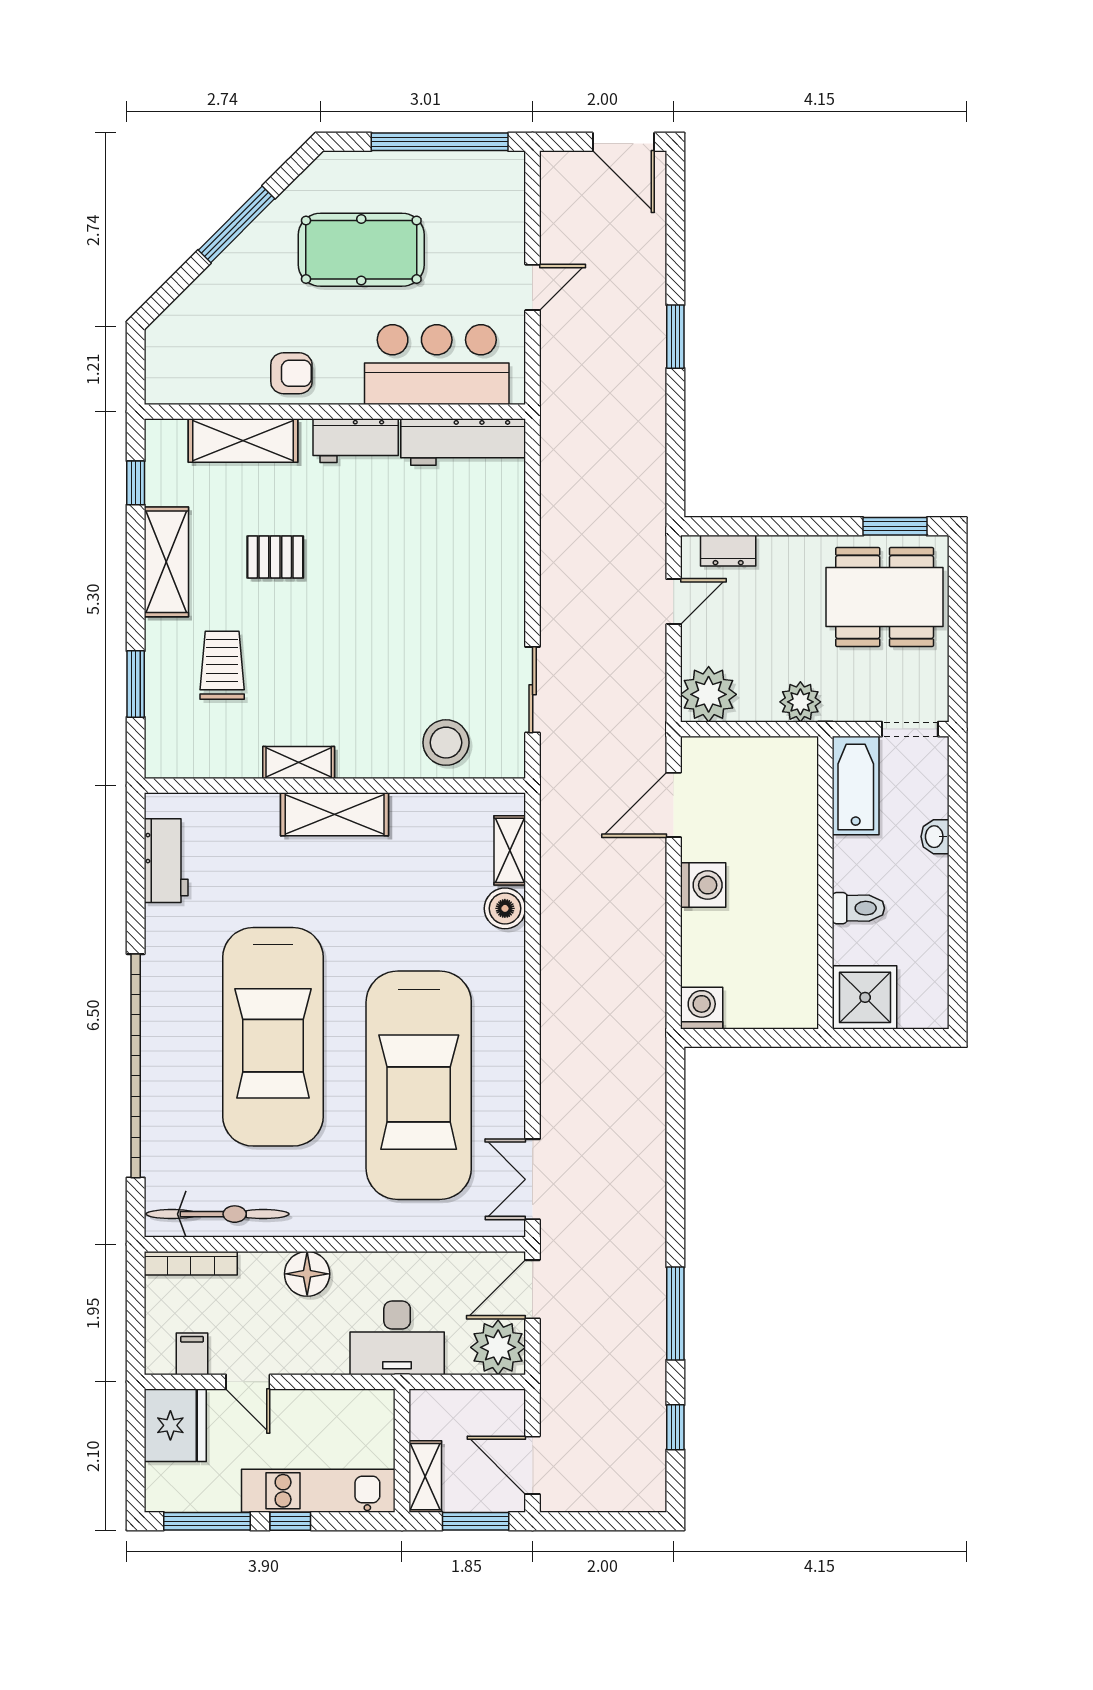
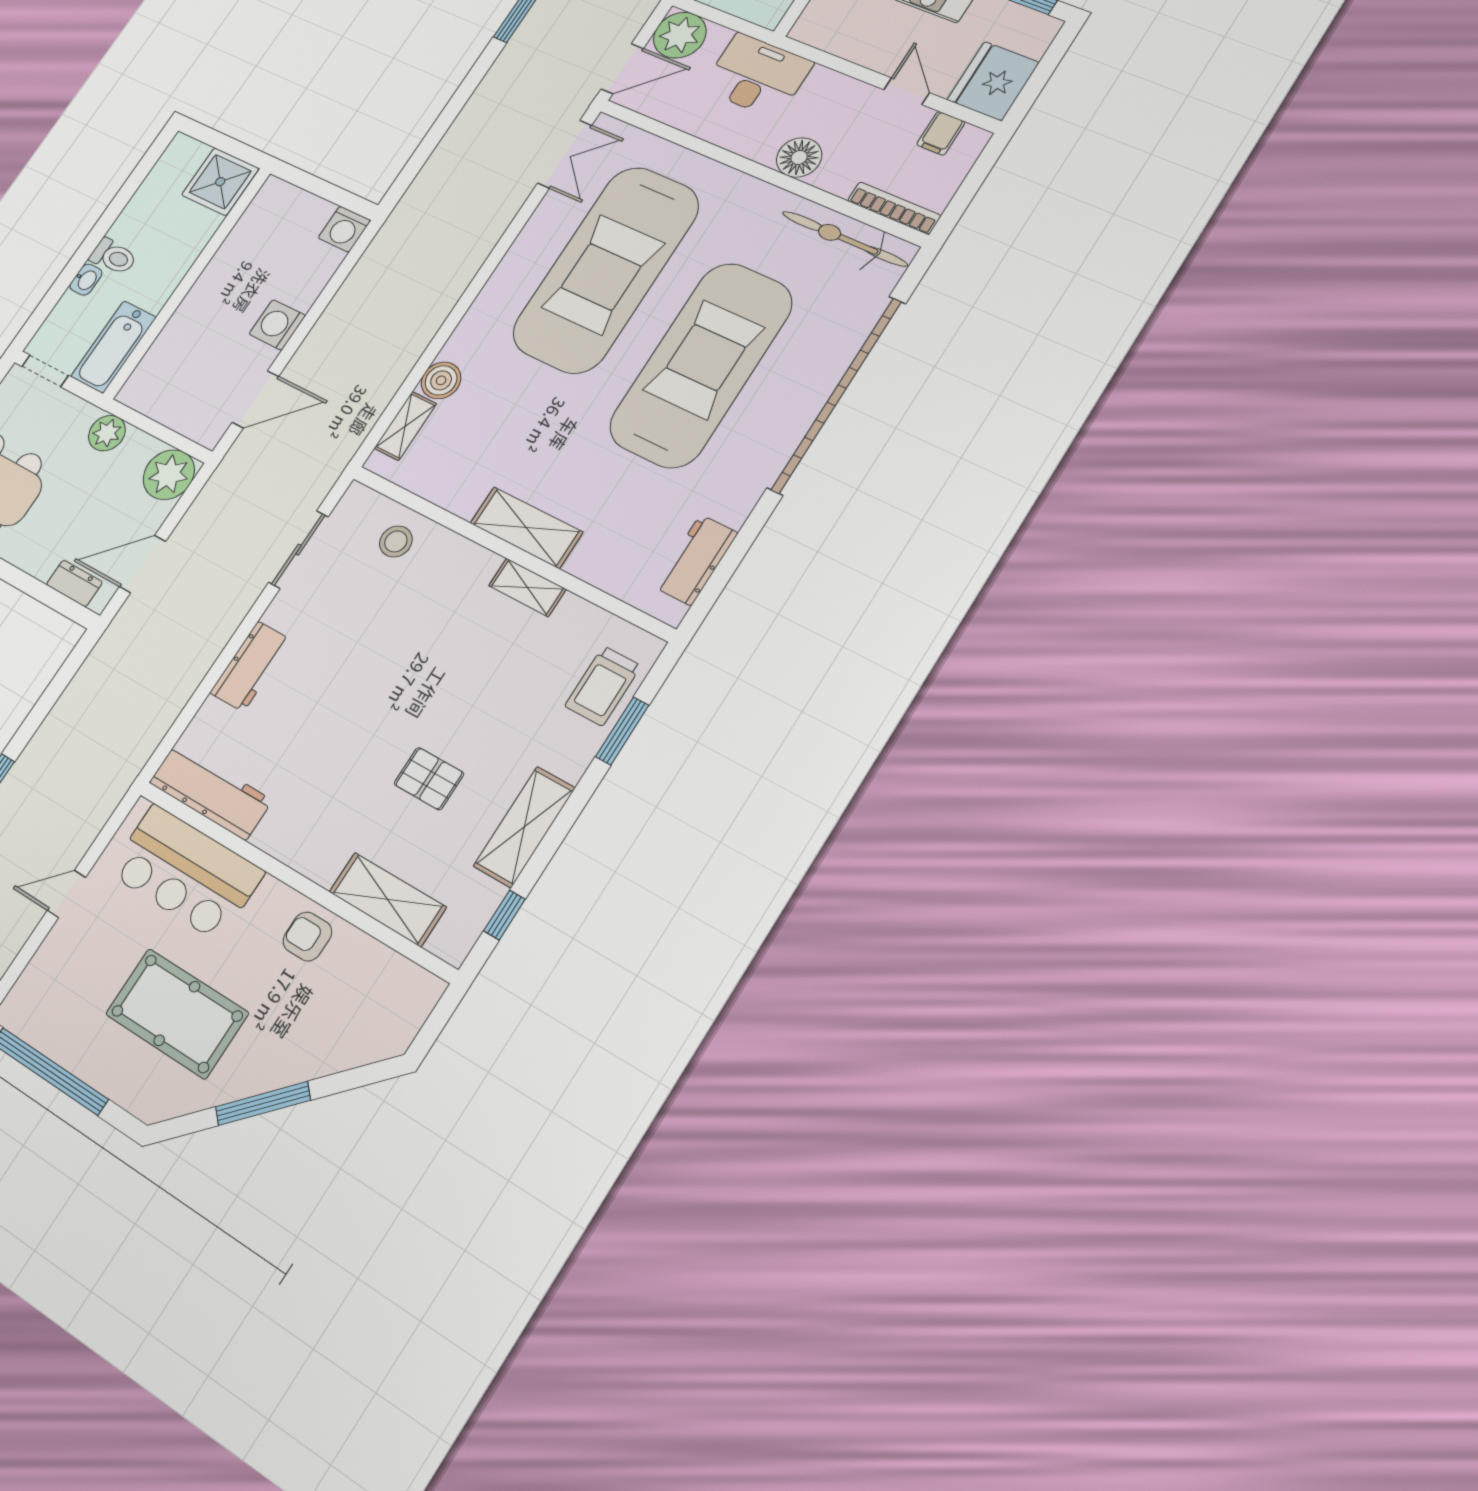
workbench: (356, 441) -> (251, 666), moved, turned 90
door: (674, 602) -> (143, 564), width x1.38
trolley: (222, 665) -> (603, 686), moved
stool: (446, 743) -> (396, 541), width x0.73, depth x0.73
toilet: (858, 908) -> (113, 257), moved, turned 180
car: (419, 1085) -> (606, 269), turned 180

